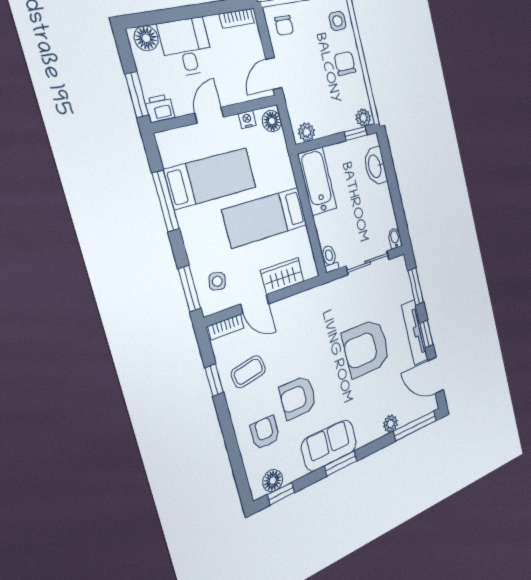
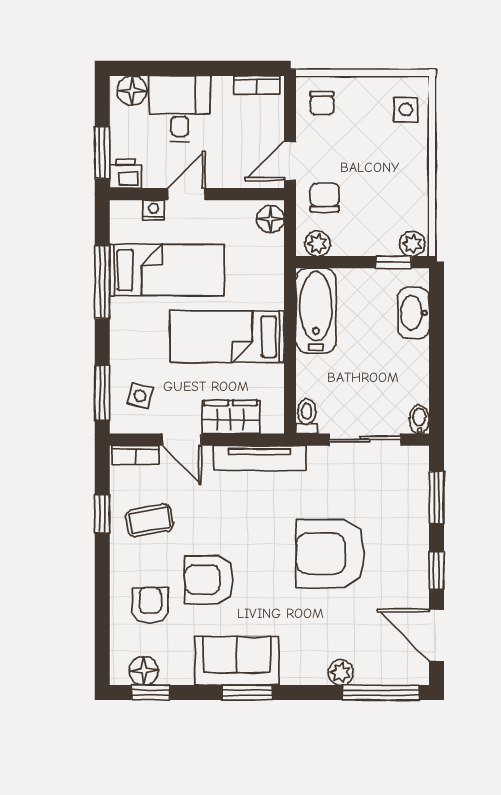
chair: (345, 63) -> (325, 197), moved
nightstand: (247, 120) -> (154, 210), moved
tv unit: (415, 332) -> (260, 458), moved, turned -90

